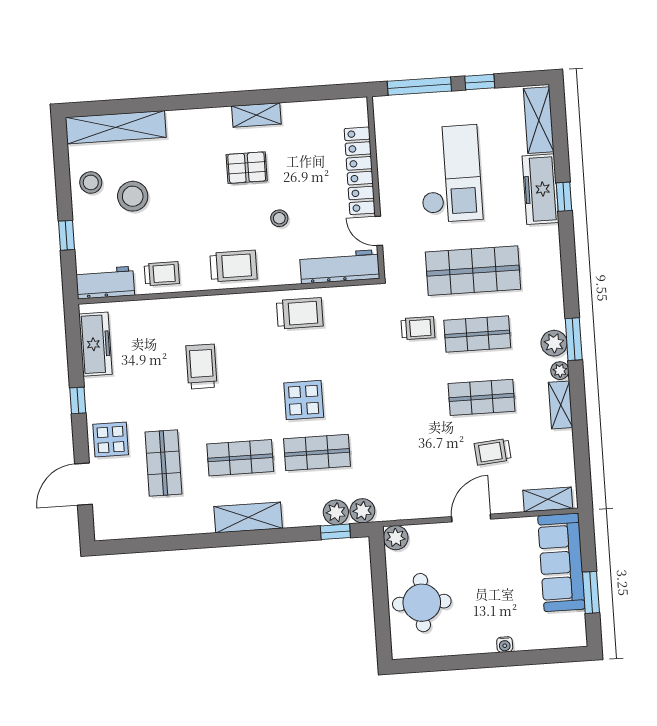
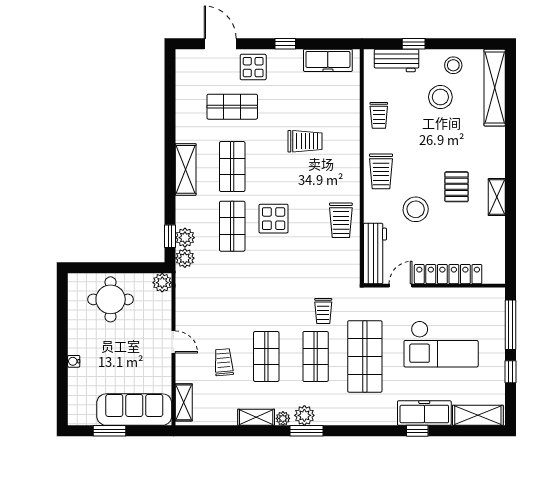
stool: (279, 218) -> (416, 209), width x1.89, depth x1.89
workbench: (105, 283) -> (397, 60), moved, turned 90
door: (471, 518) -> (173, 342), width x0.73

